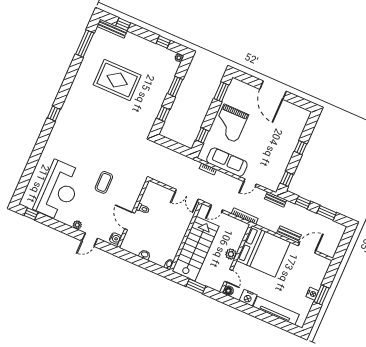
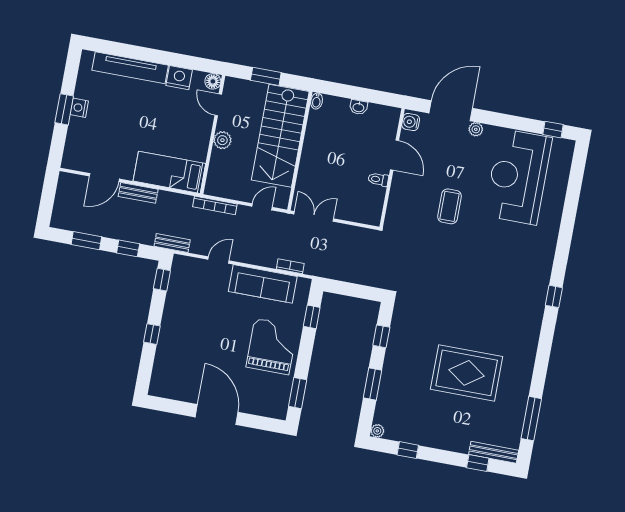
door: (90, 240) -> (451, 111), width x1.88
bed: (263, 251) -> (169, 172), width x0.49

